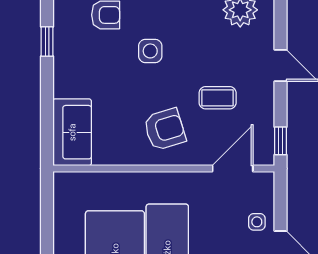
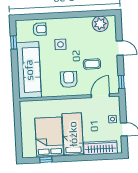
armchair: (165, 129) -> (69, 79), turned -73
sofa: (72, 132) -> (29, 70), width x1.85, depth x1.27

